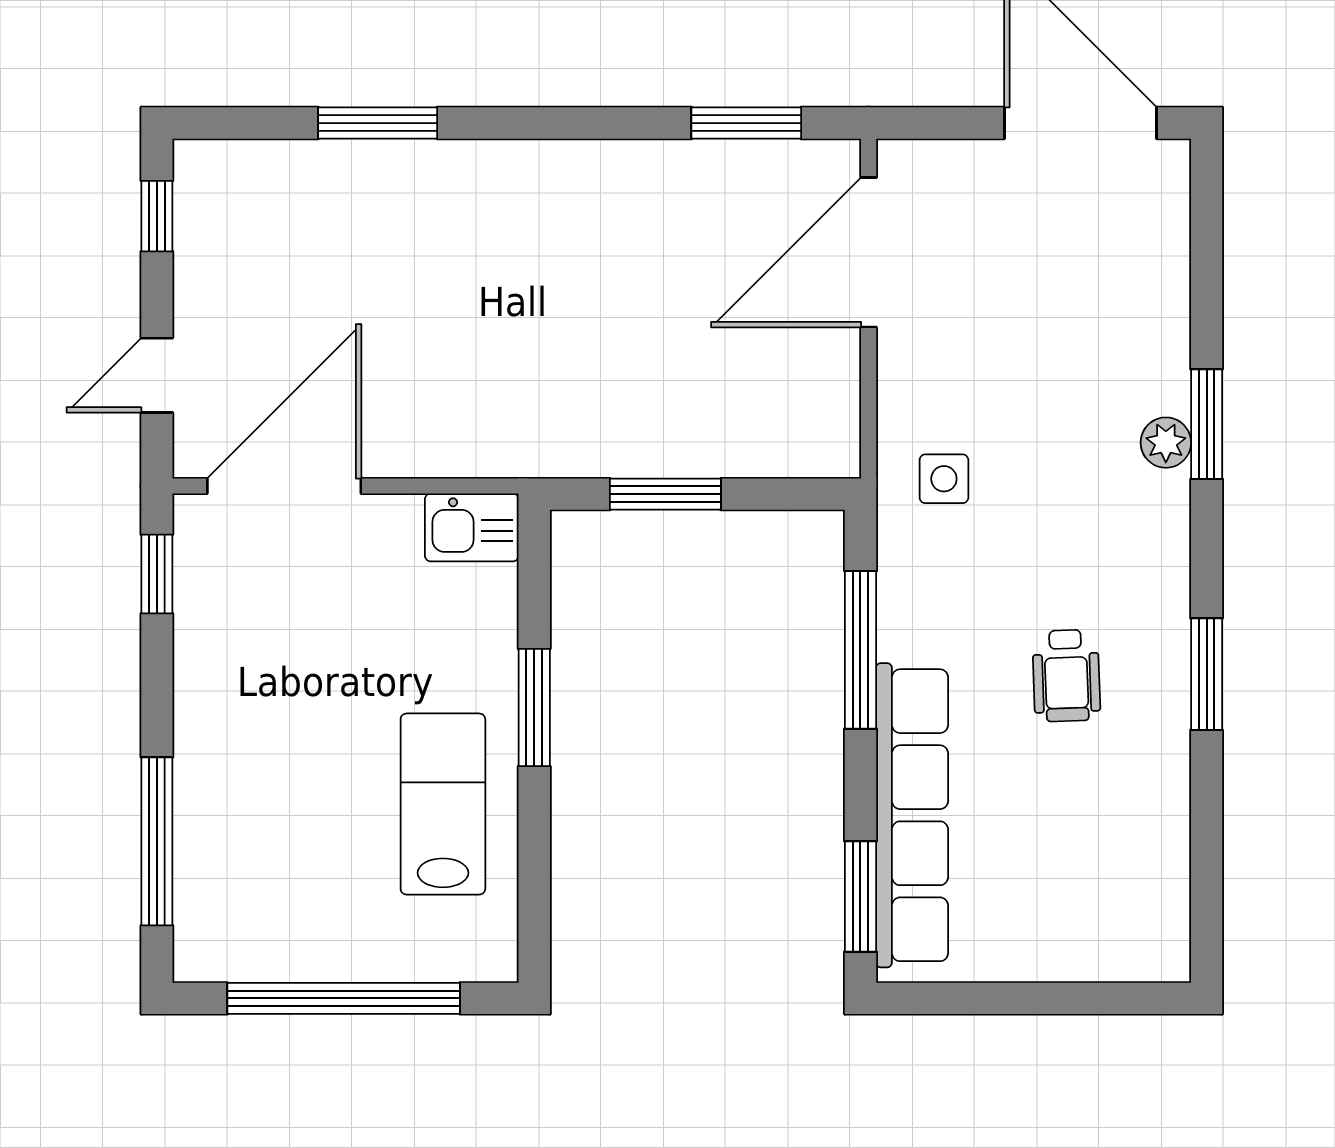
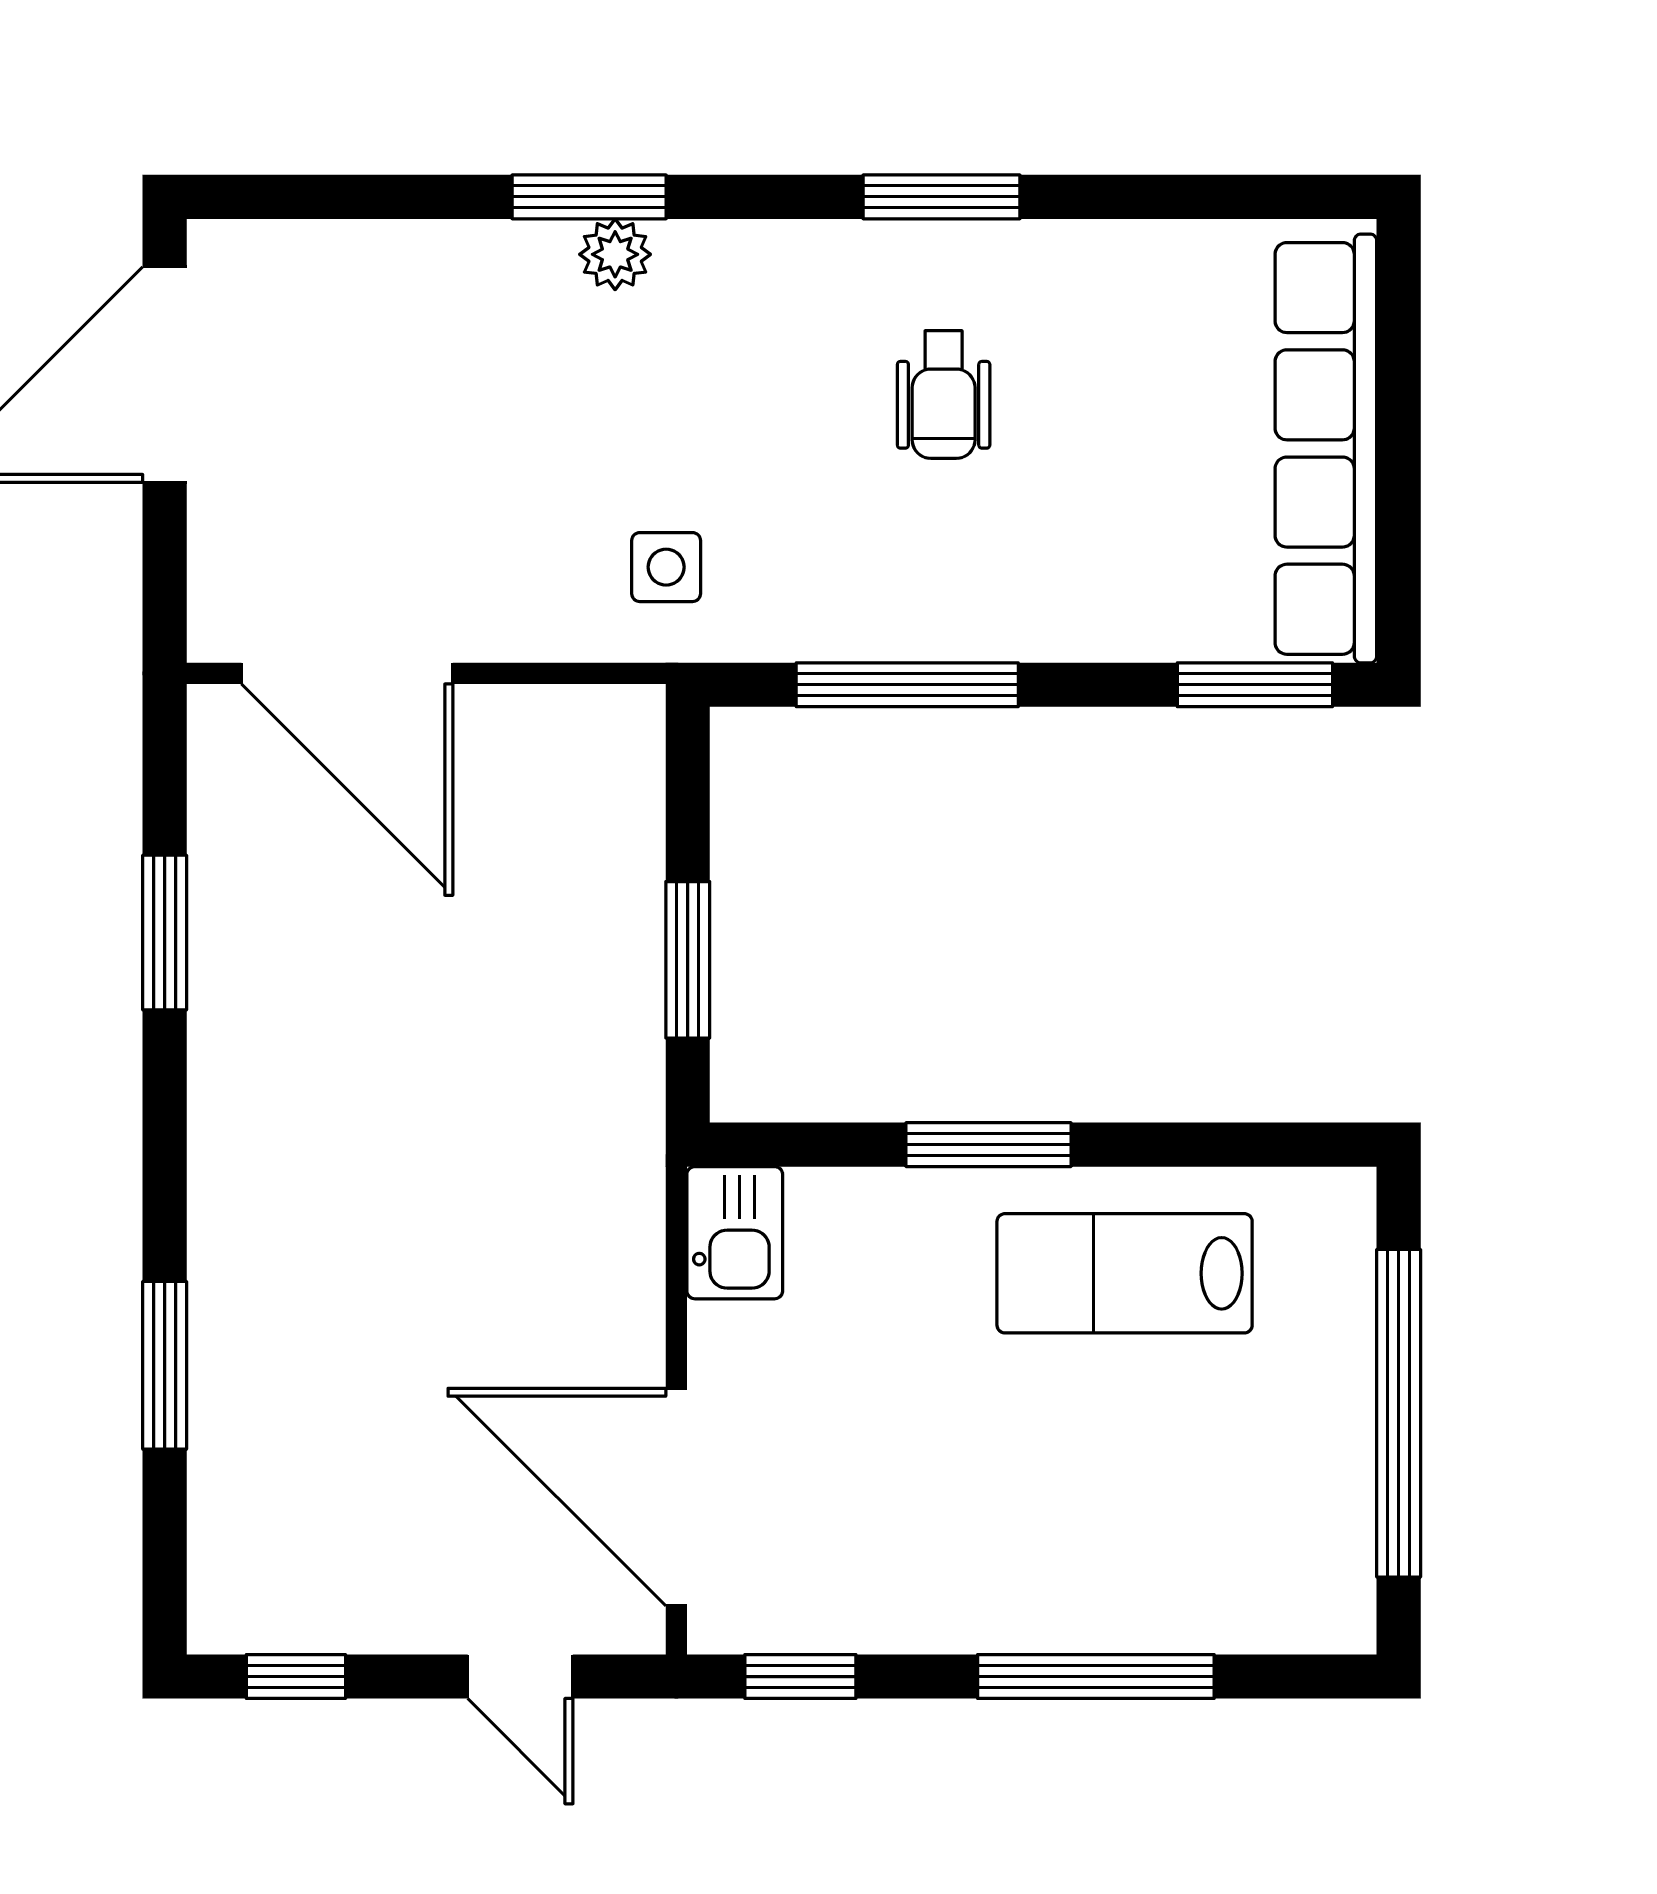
window: (746, 123) -> (165, 933), moved
wheelchair: (1066, 676) -> (944, 395), turned 92
row of seats: (912, 815) -> (1326, 448), moved, turned -90
window: (157, 841) -> (1096, 1677), moved

